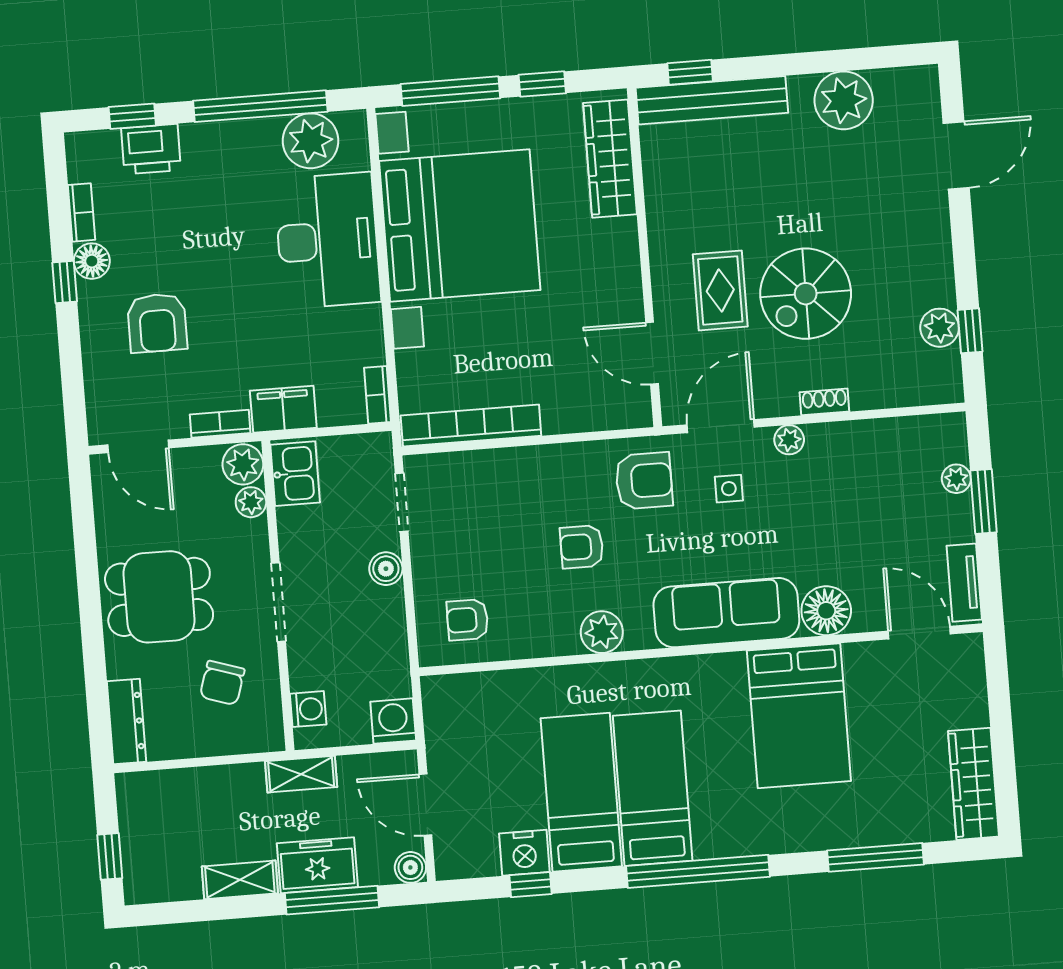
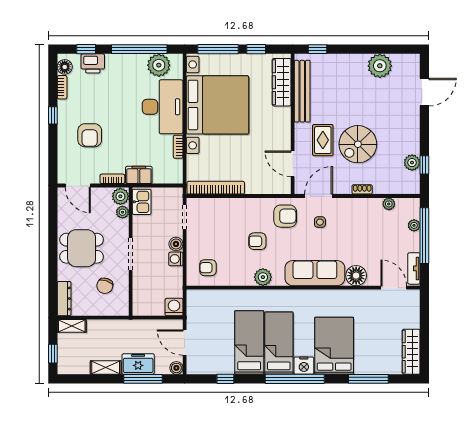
bench: (712, 100) -> (302, 91), moved, turned 90
floor lamp: (92, 261) -> (65, 67), moved
bookcase: (377, 395) -> (178, 147), moved
plant: (789, 440) -> (389, 204), moved
window: (983, 501) -> (424, 236), width x2.11
washing machine: (308, 709) -> (176, 259), moved, turned 180
bed: (799, 716) -> (334, 346), moved, turned 180
shelving: (301, 774) -> (72, 326), moved
nightstand: (524, 853) -> (304, 366), moved

